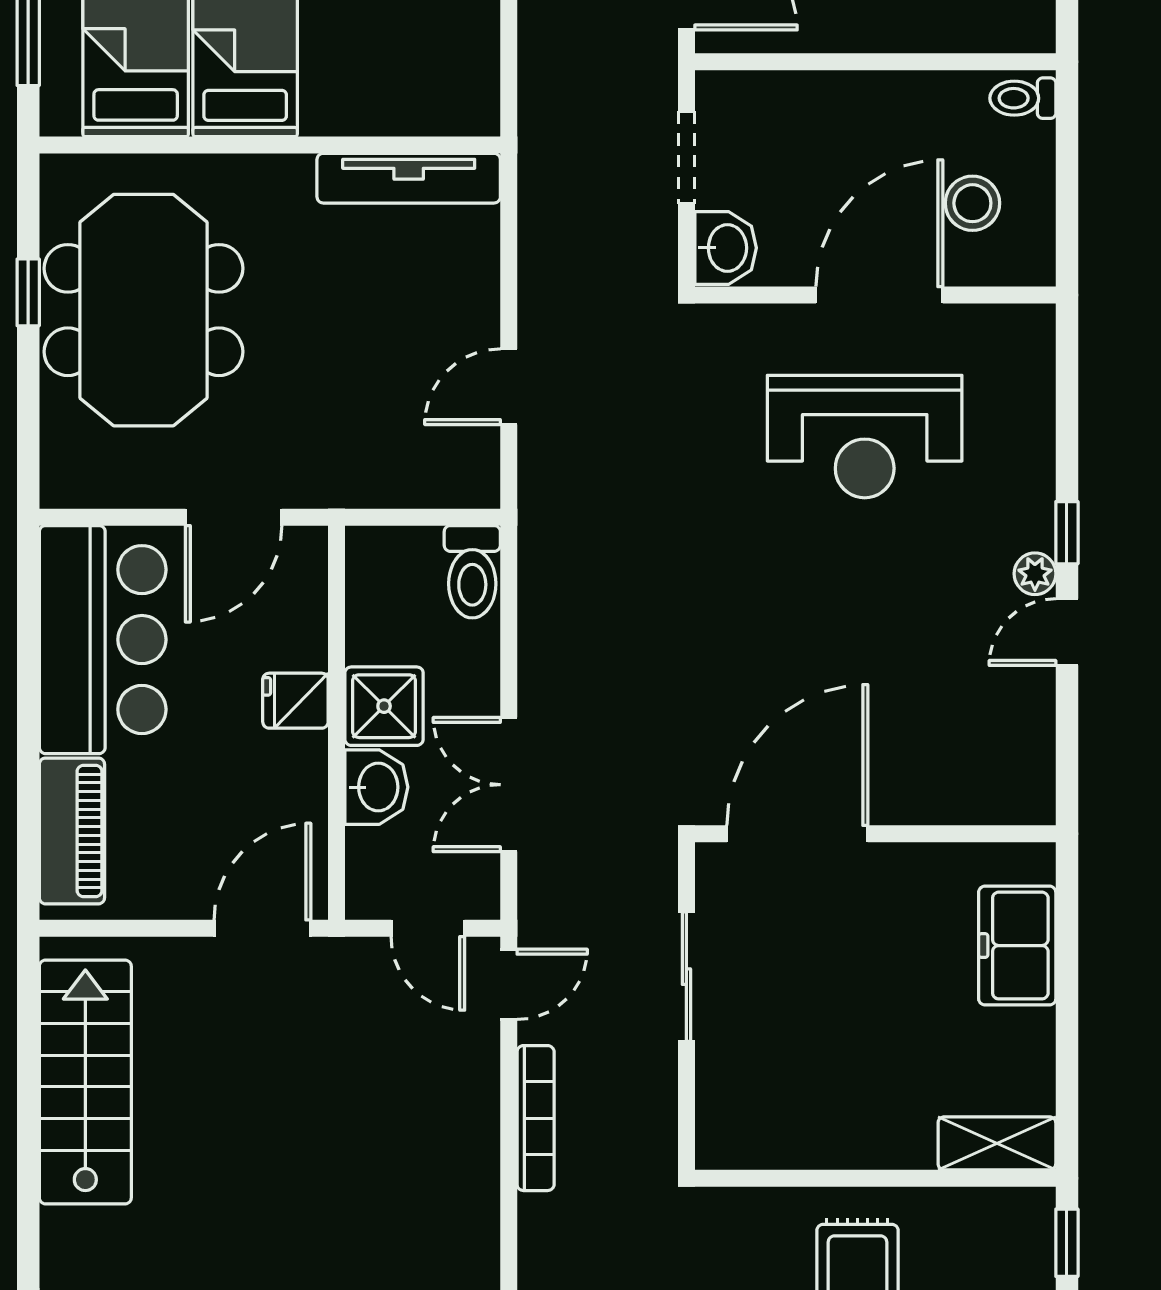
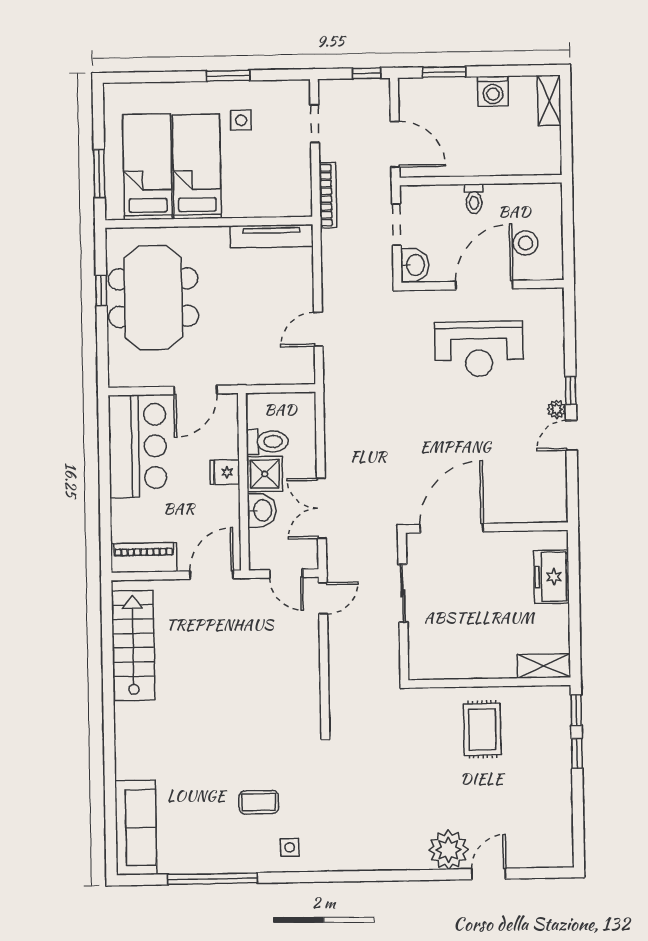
toilet: (1023, 98) -> (474, 199), moved, turned -90
toilet: (472, 572) -> (267, 442), moved, turned -90
piano: (72, 831) -> (144, 558), moved, turned -90
bookcase: (536, 1118) -> (328, 195), moved

